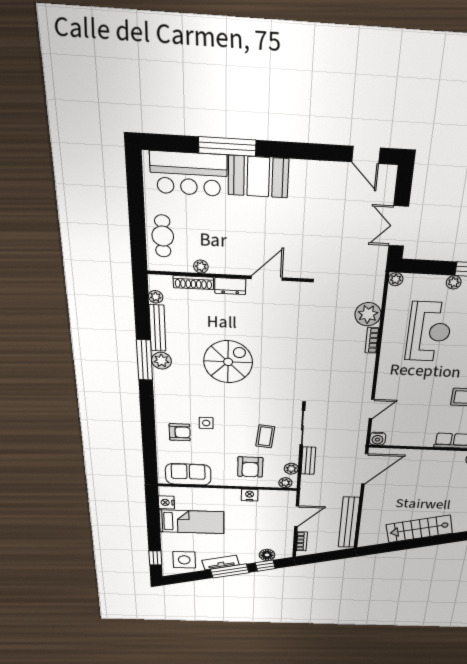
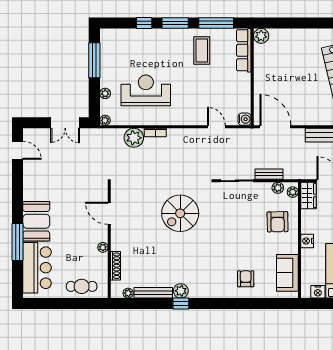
door: (366, 155) -> (17, 150), hinge flipped
plant: (201, 267) -> (103, 247), moved
plant: (454, 282) -> (105, 93), moved
dresser: (230, 286) -> (117, 239), removed
window: (145, 360) -> (181, 304), width x0.46
spiral stairs: (228, 362) -> (180, 213), moved, turned -90
side table: (206, 423) -> (236, 258), removed
coffee table: (265, 436) -> (246, 210), removed
armchair: (250, 467) -> (278, 222), turned 89
nightstand: (250, 495) -> (307, 241), moved
wardrobe: (281, 498) -> (309, 195), added

